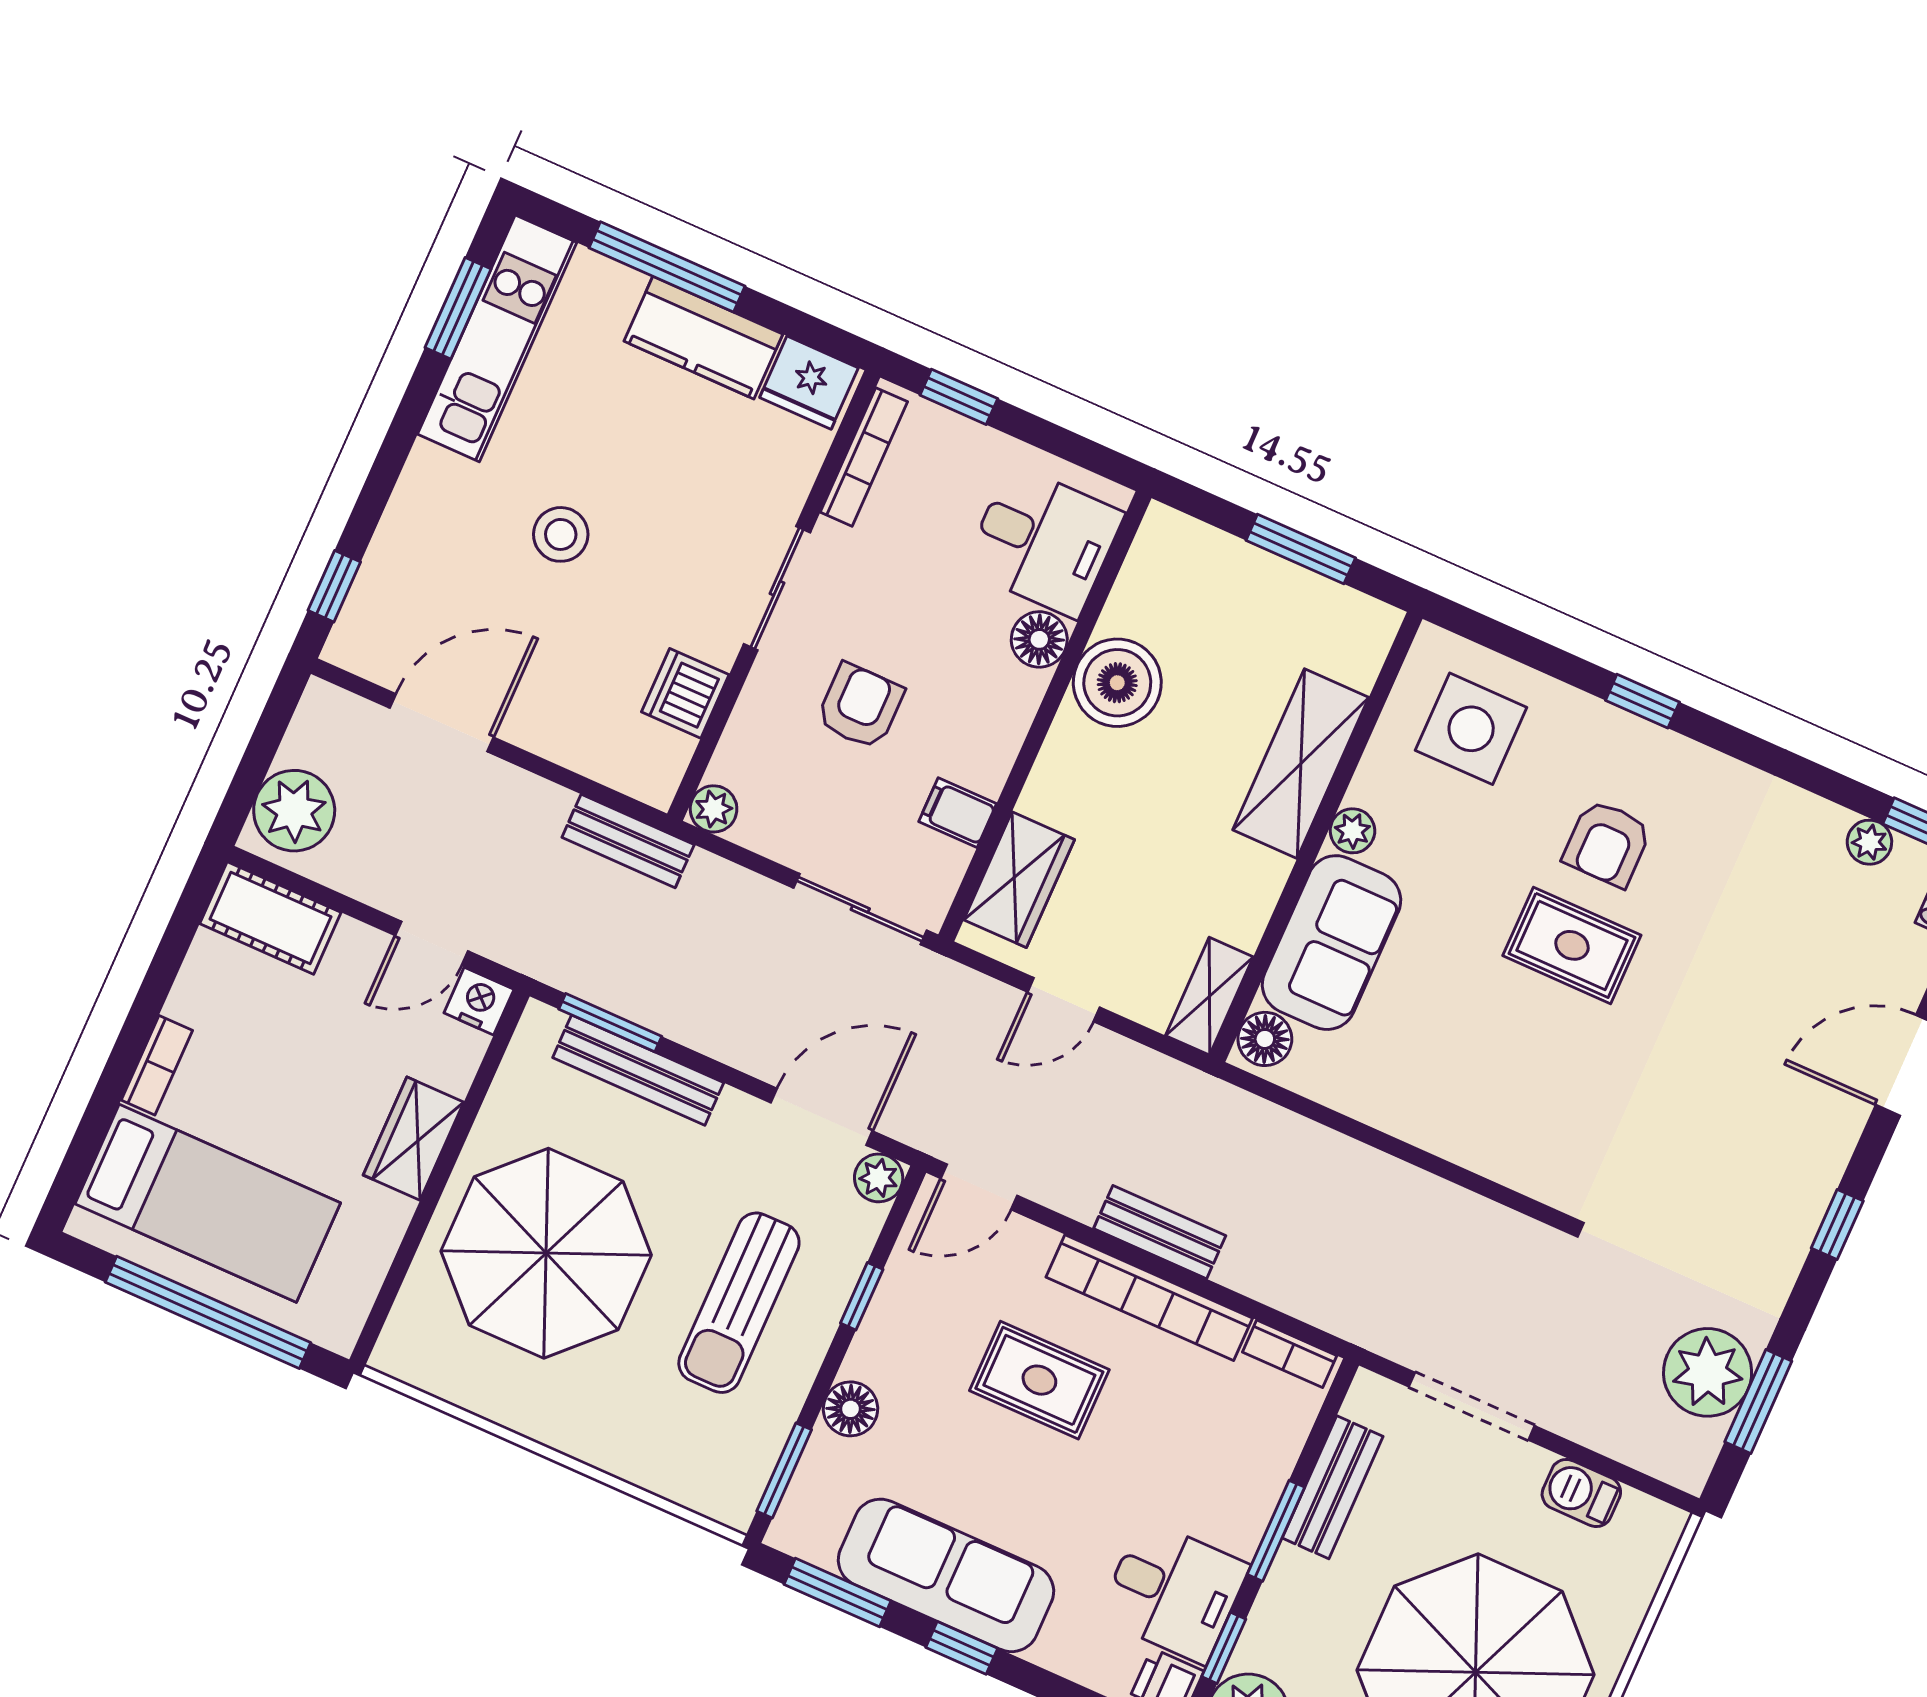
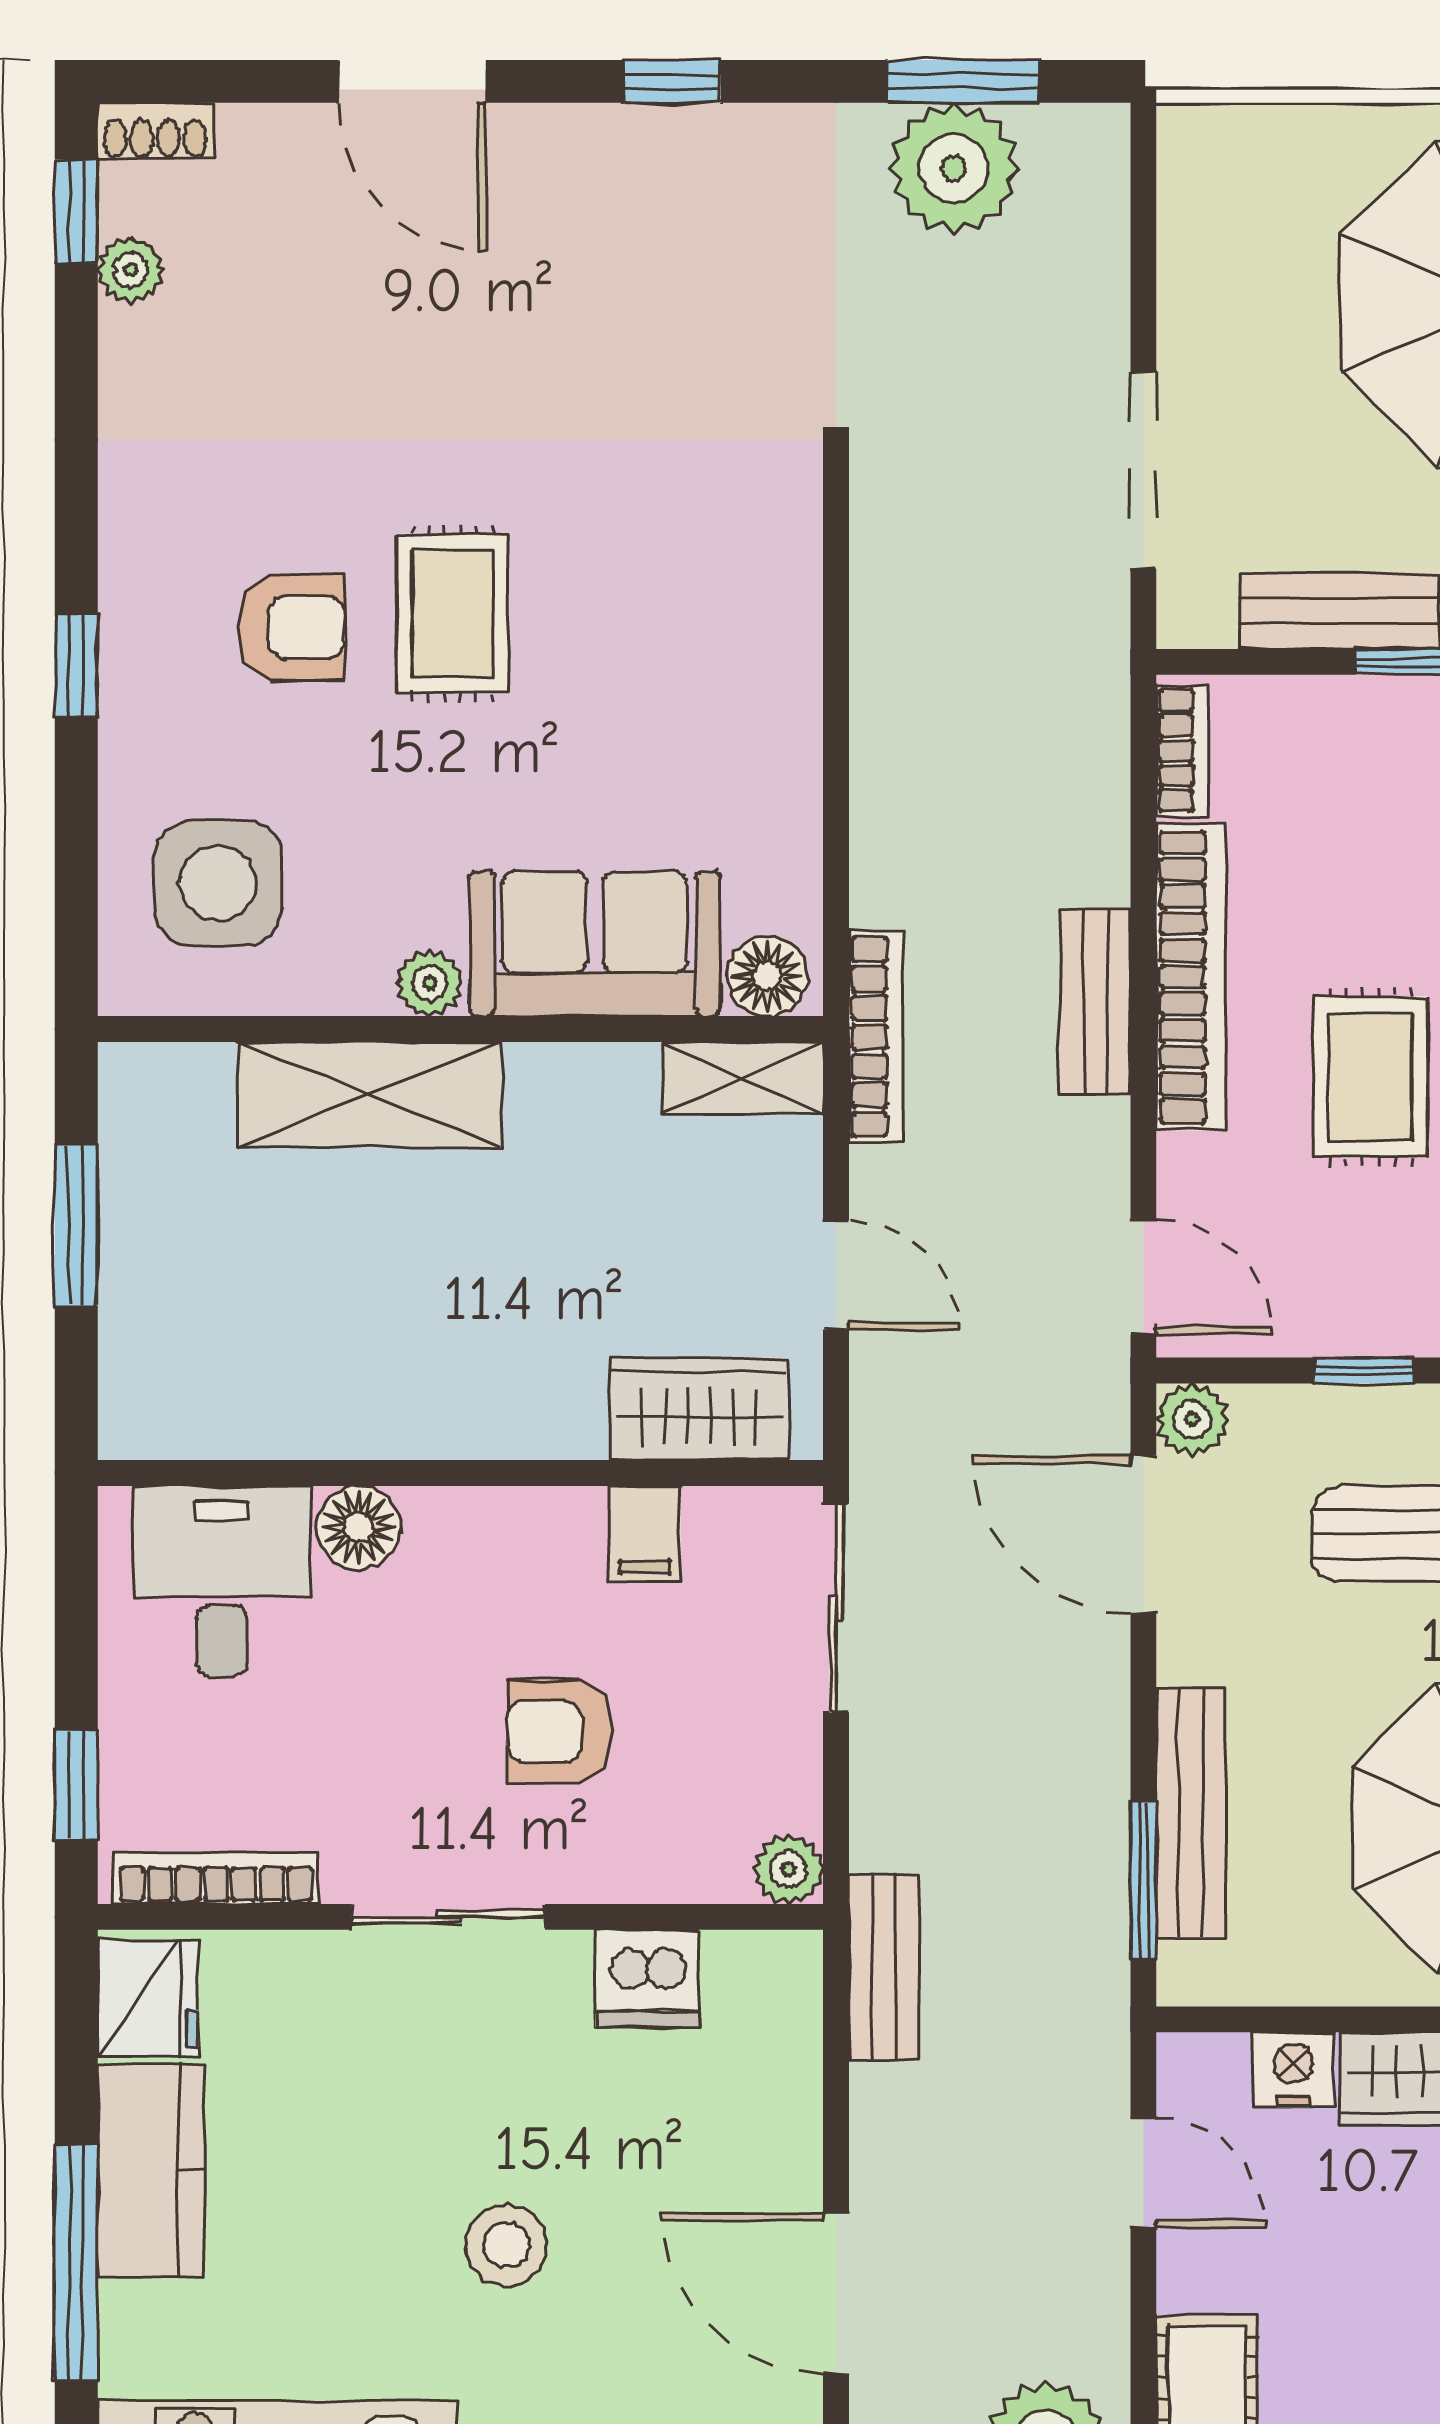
boiler: (1117, 683) -> (370, 1394), removed
nightstand: (479, 1001) -> (1293, 2070), moved, turned 90
bookcase: (1198, 1089) -> (876, 1037), added
barbecue: (1581, 1493) -> (1195, 268), removed

